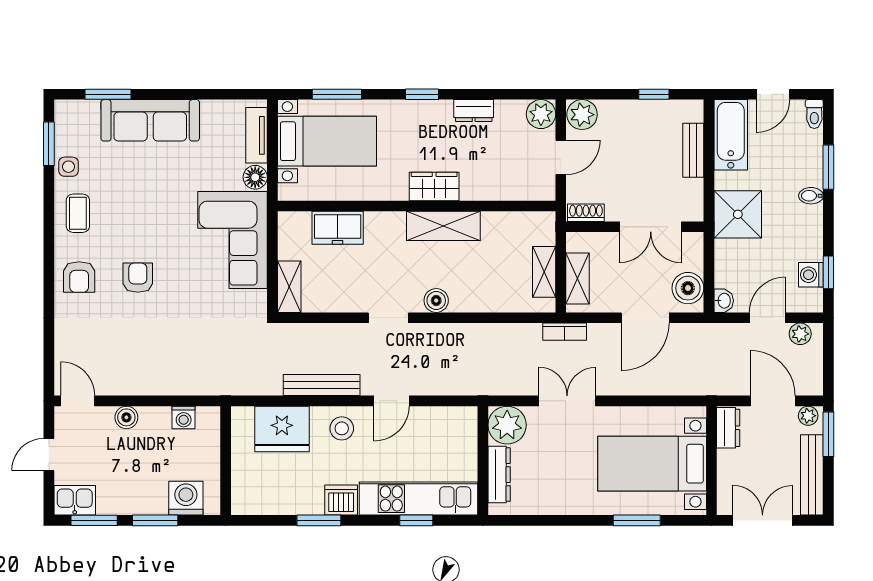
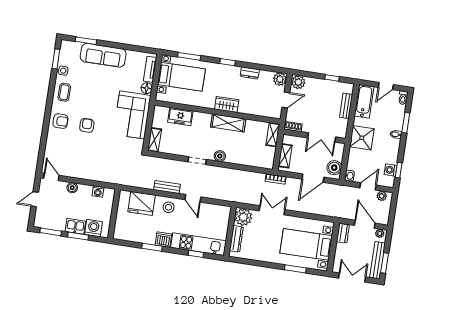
shelving: (544, 272) -> (273, 135), moved
armchair: (79, 277) -> (60, 121), turned -90
bench: (322, 385) -> (167, 187), width x0.73
door: (392, 401) -> (193, 198), hinge flipped
window: (828, 434) -> (385, 263), moved
kitchen sink: (75, 500) -> (75, 226), moved

